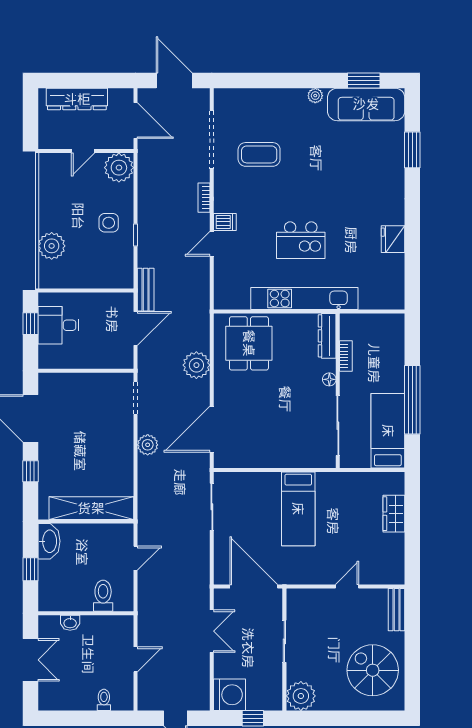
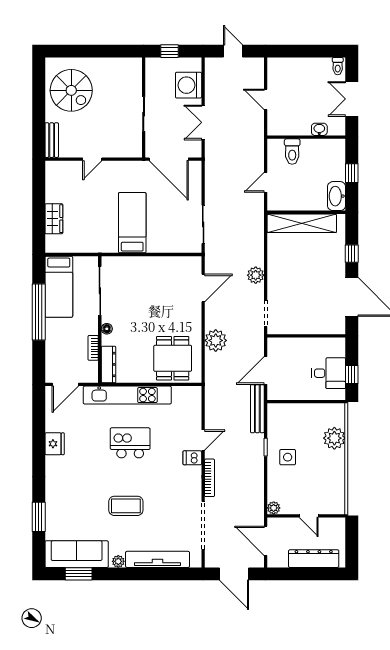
tv unit: (267, 98) -> (158, 559), added
door: (83, 151) -> (309, 516), swing flipped
coffee table: (259, 154) -> (126, 506), moved
plant: (119, 168) -> (274, 508), width x0.53, depth x0.53
bookcase: (204, 198) -> (209, 478), width x1.56
bench: (146, 290) -> (257, 409), width x1.36
door: (380, 311) -> (65, 384), added
door: (212, 429) -> (203, 288), width x0.73
door: (135, 659) -> (266, 99), hinge flipped
washing machine: (230, 695) -> (189, 85), moved
plant: (301, 696) -> (130, 69), removed
toilet: (104, 700) -> (338, 66), moved

